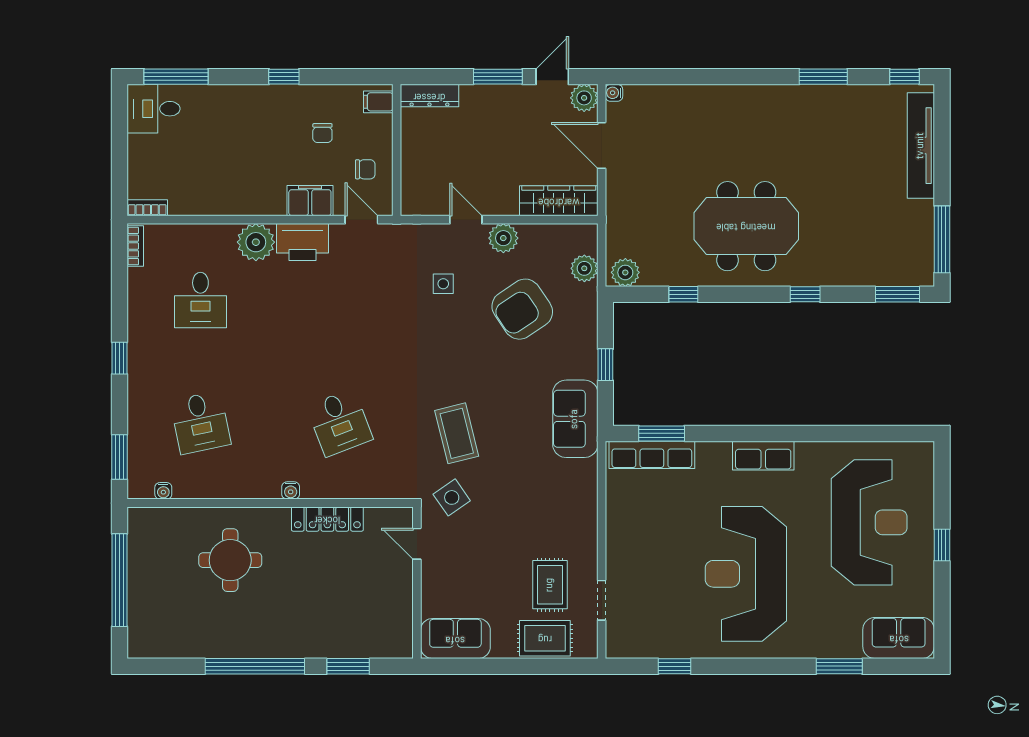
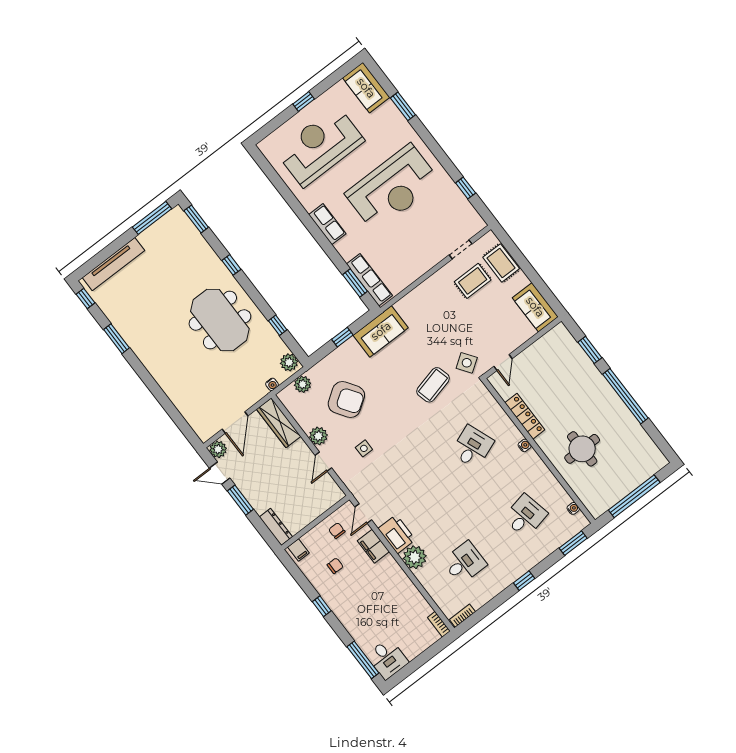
water cooler: (614, 93) -> (272, 384), moved

